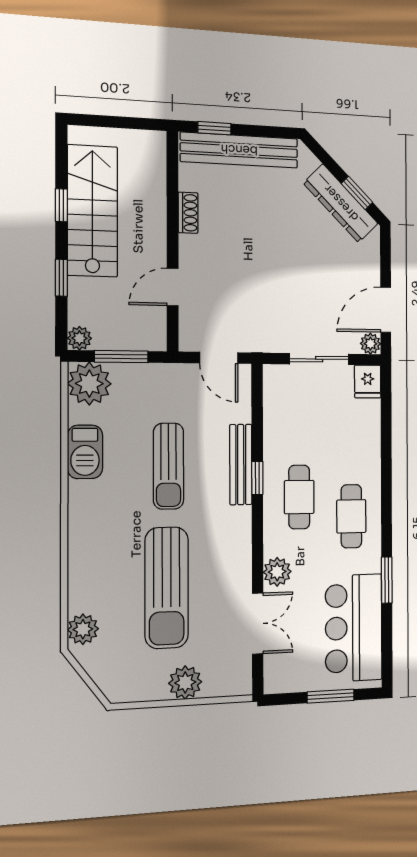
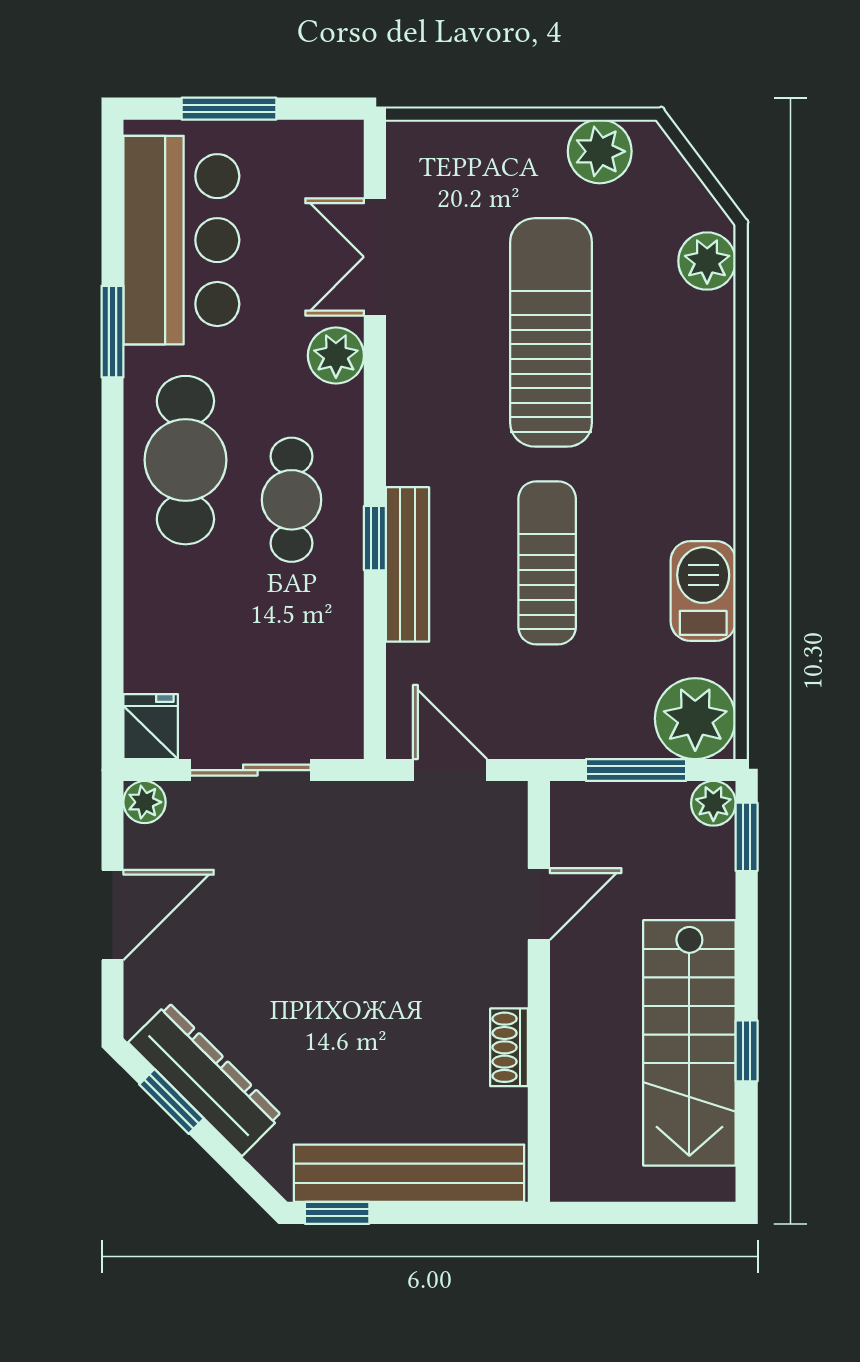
window: (214, 128) -> (337, 1213), moved
window: (61, 278) -> (747, 837), moved
door: (386, 310) -> (113, 915), moved
cafe table: (351, 516) -> (185, 460), width x1.37, depth x1.35
plant: (185, 683) -> (600, 151), moved

